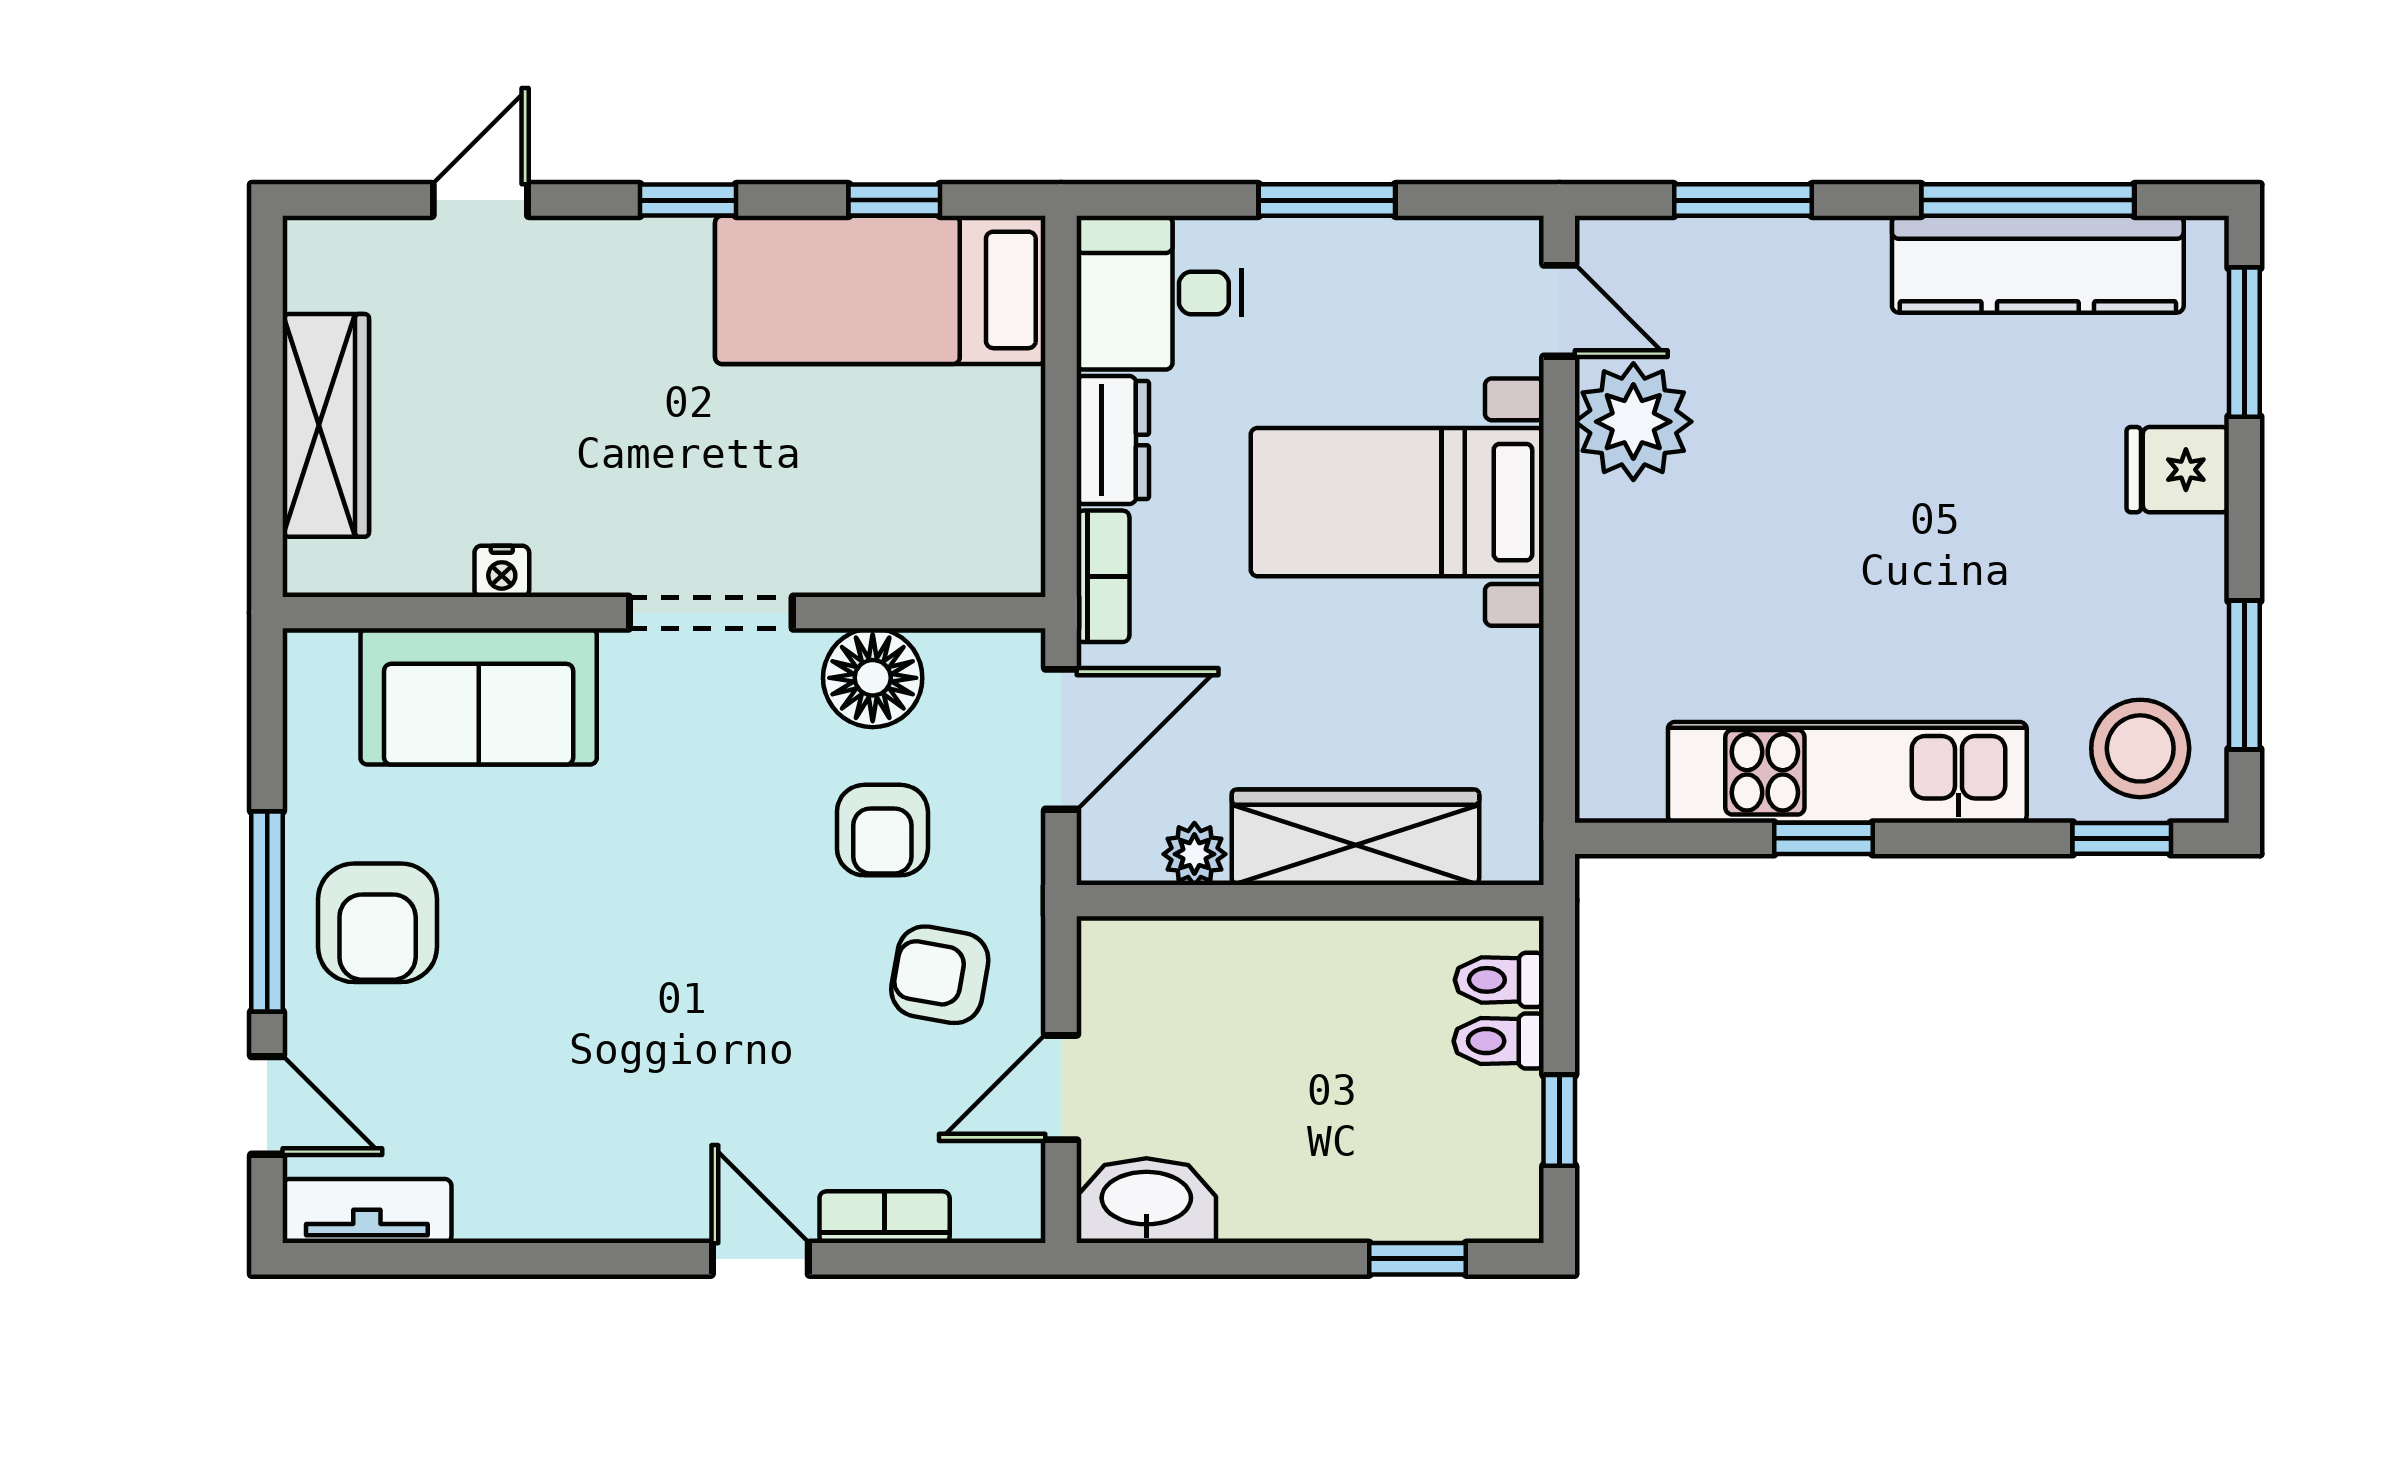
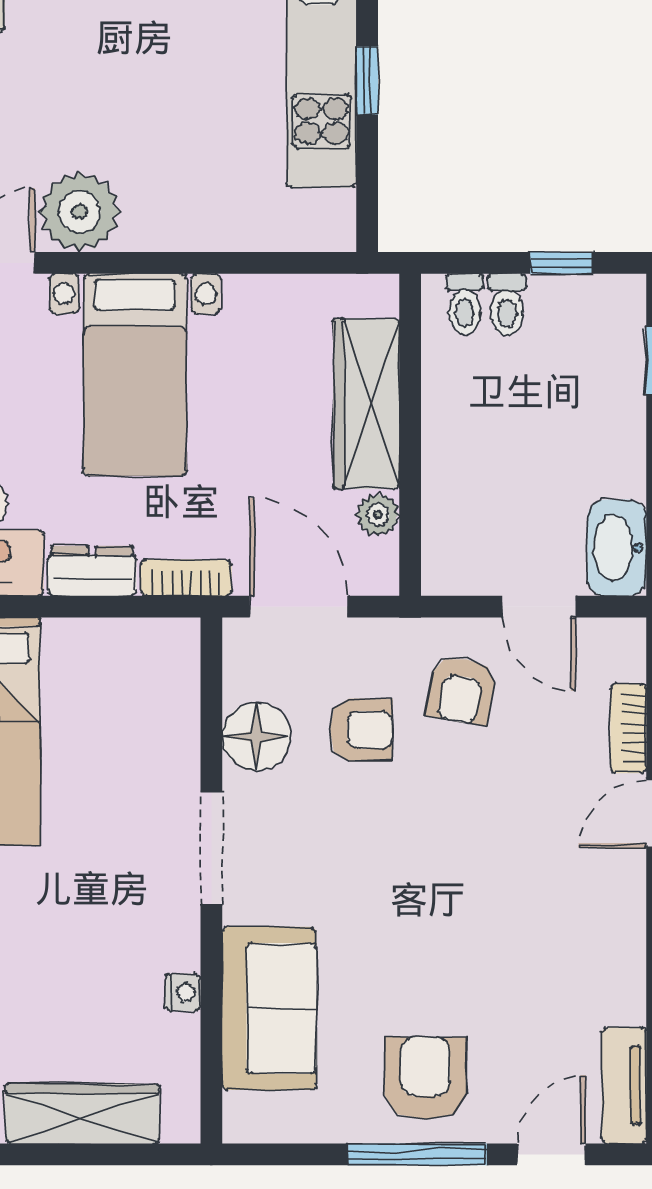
armchair: (378, 923) -> (425, 1078), turned -90

